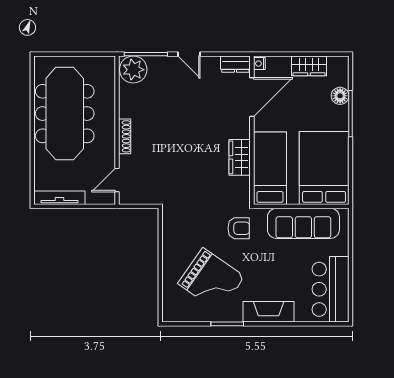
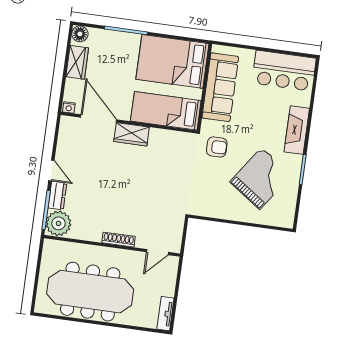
door: (189, 54) -> (51, 171), hinge flipped
dresser: (235, 64) -> (57, 196), moved
floor lamp: (340, 96) -> (80, 34), moved
wardrobe: (240, 157) -> (132, 134), moved
door: (117, 180) -> (157, 252), hinge flipped
tv unit: (59, 198) -> (165, 314), width x0.71
armchair: (239, 228) -> (217, 147), turned 90

